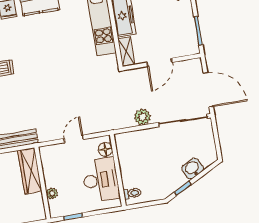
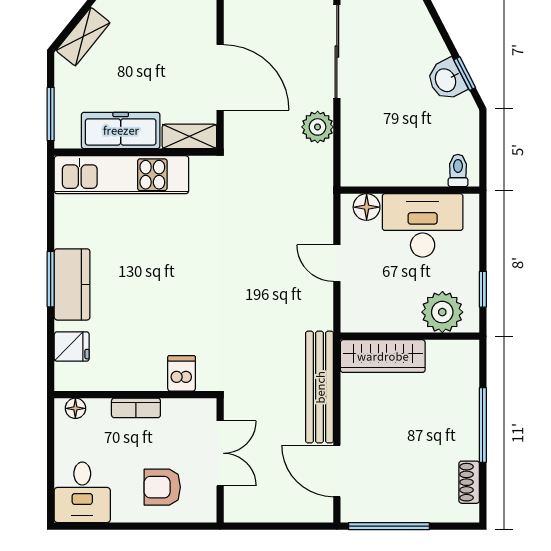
door: (160, 62) -> (220, 77), width x1.36
washbasin: (193, 169) -> (446, 80), moved
plant: (52, 193) -> (442, 312), width x1.87, depth x1.87

